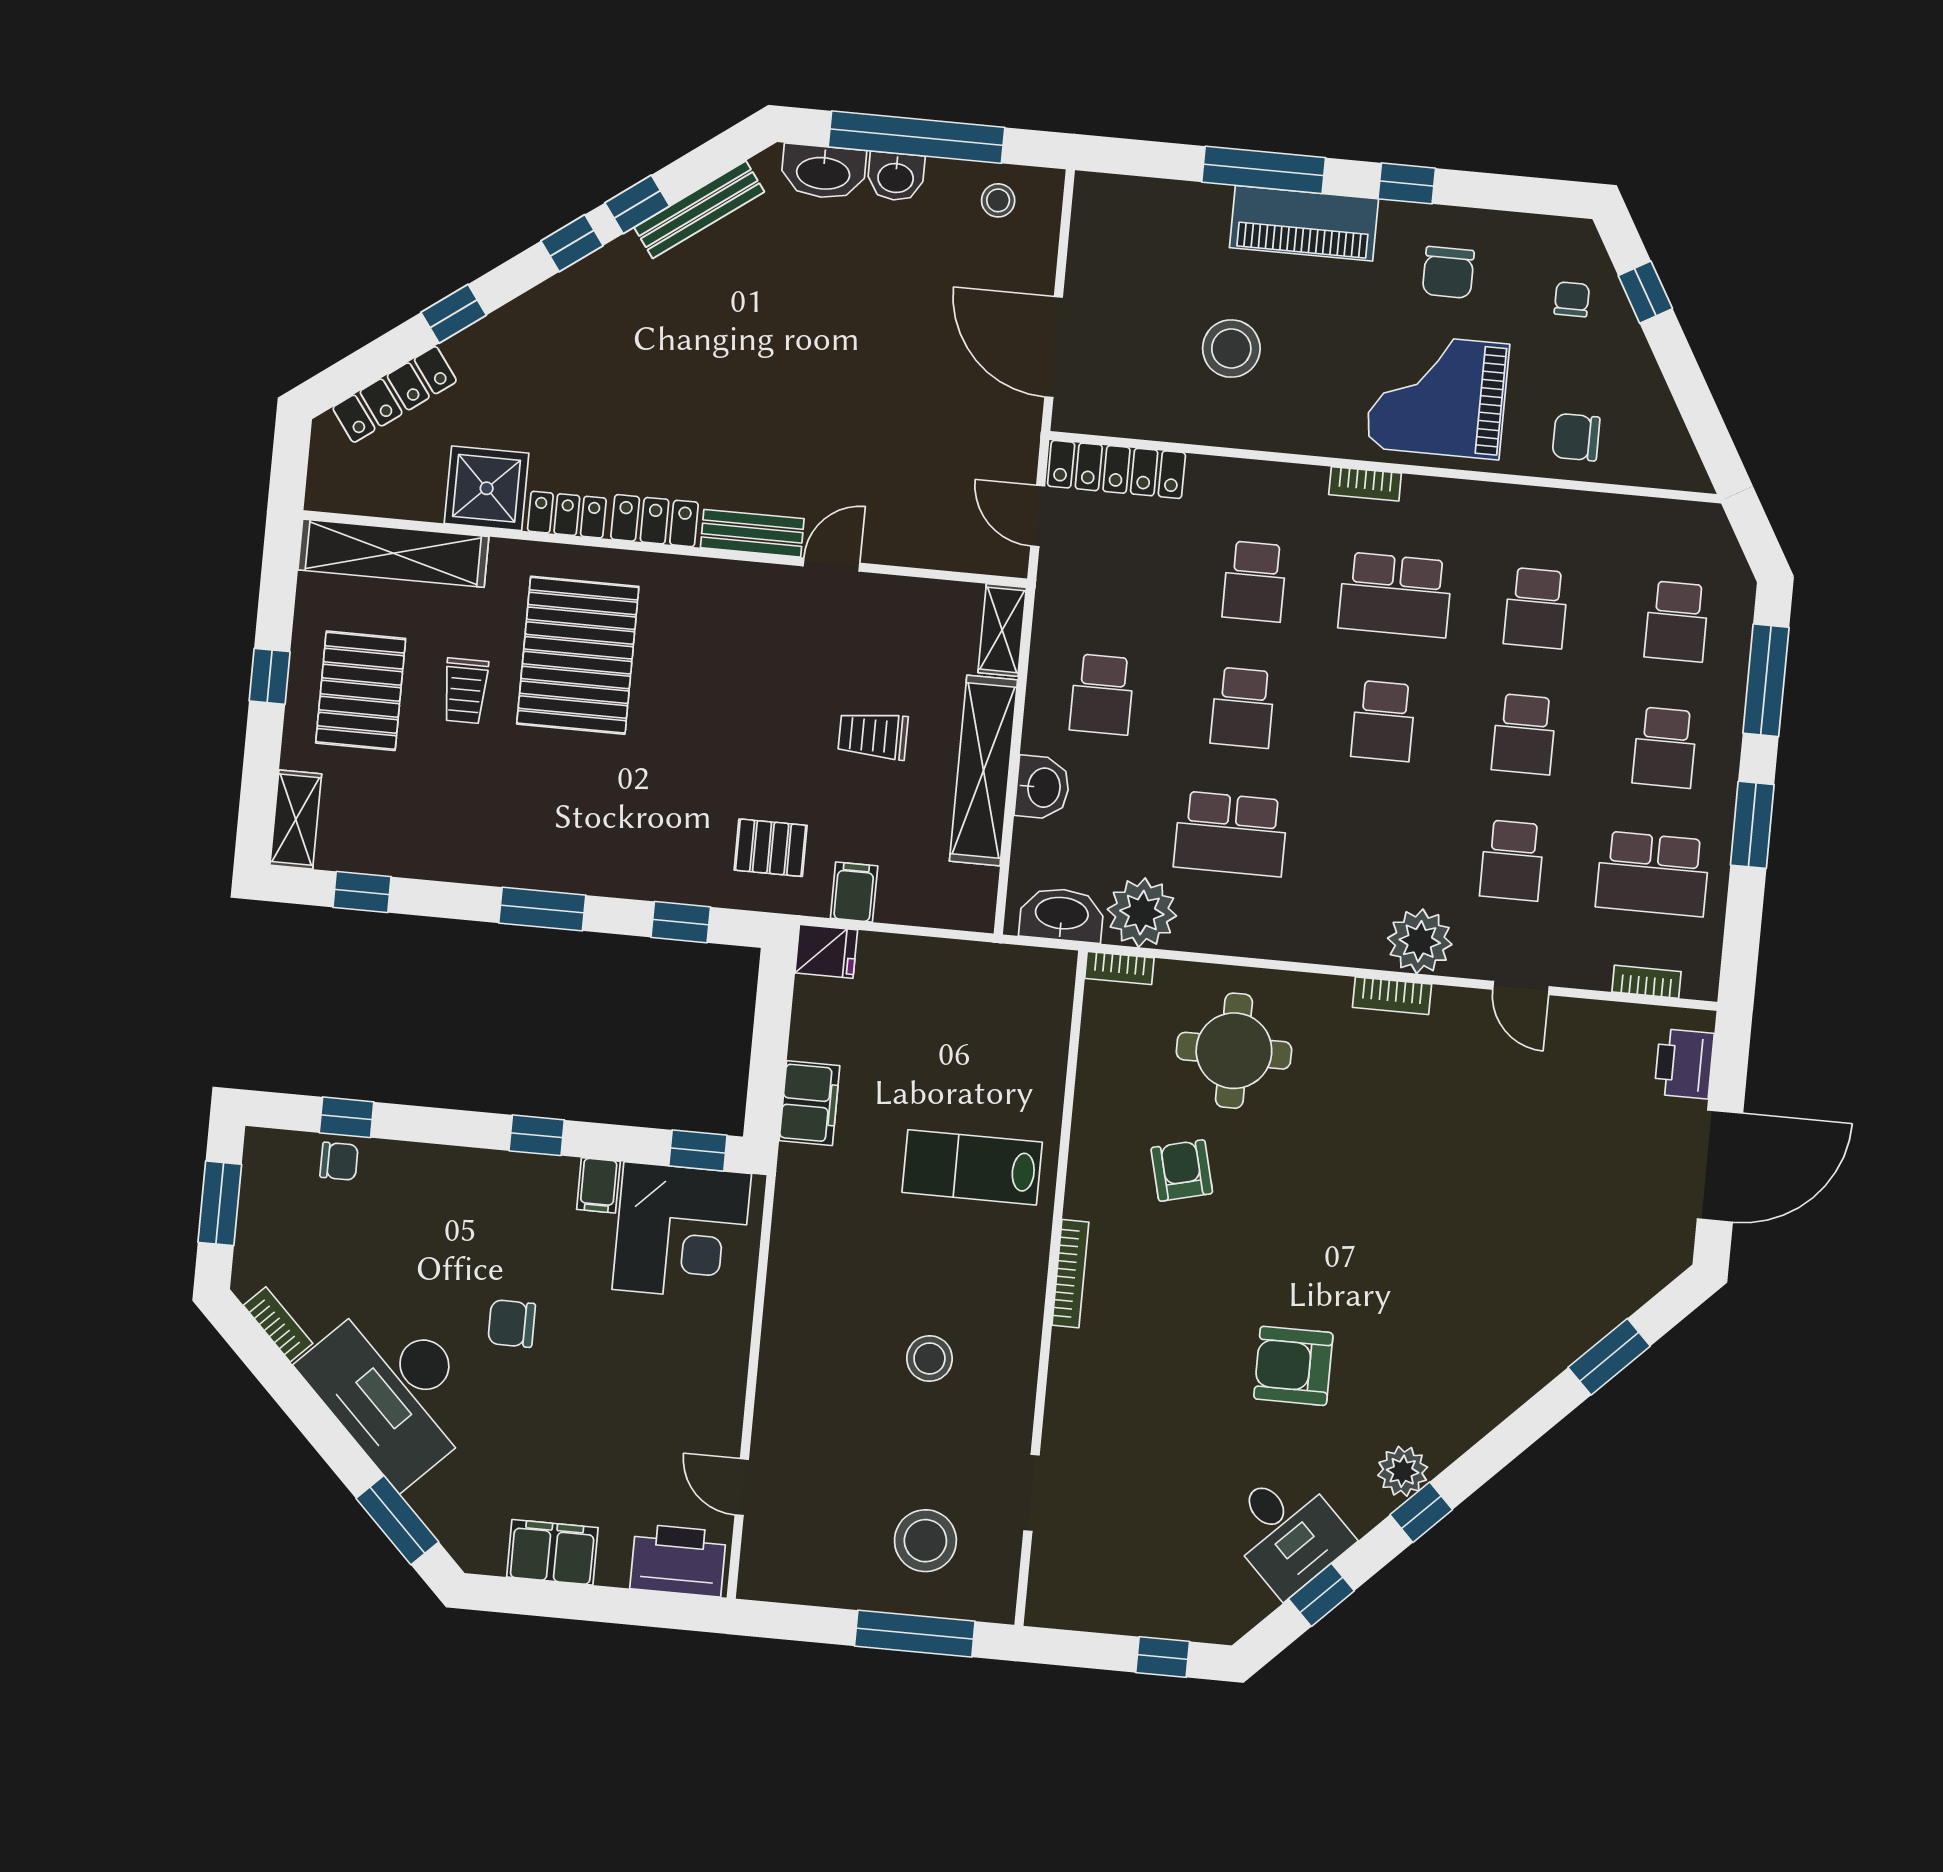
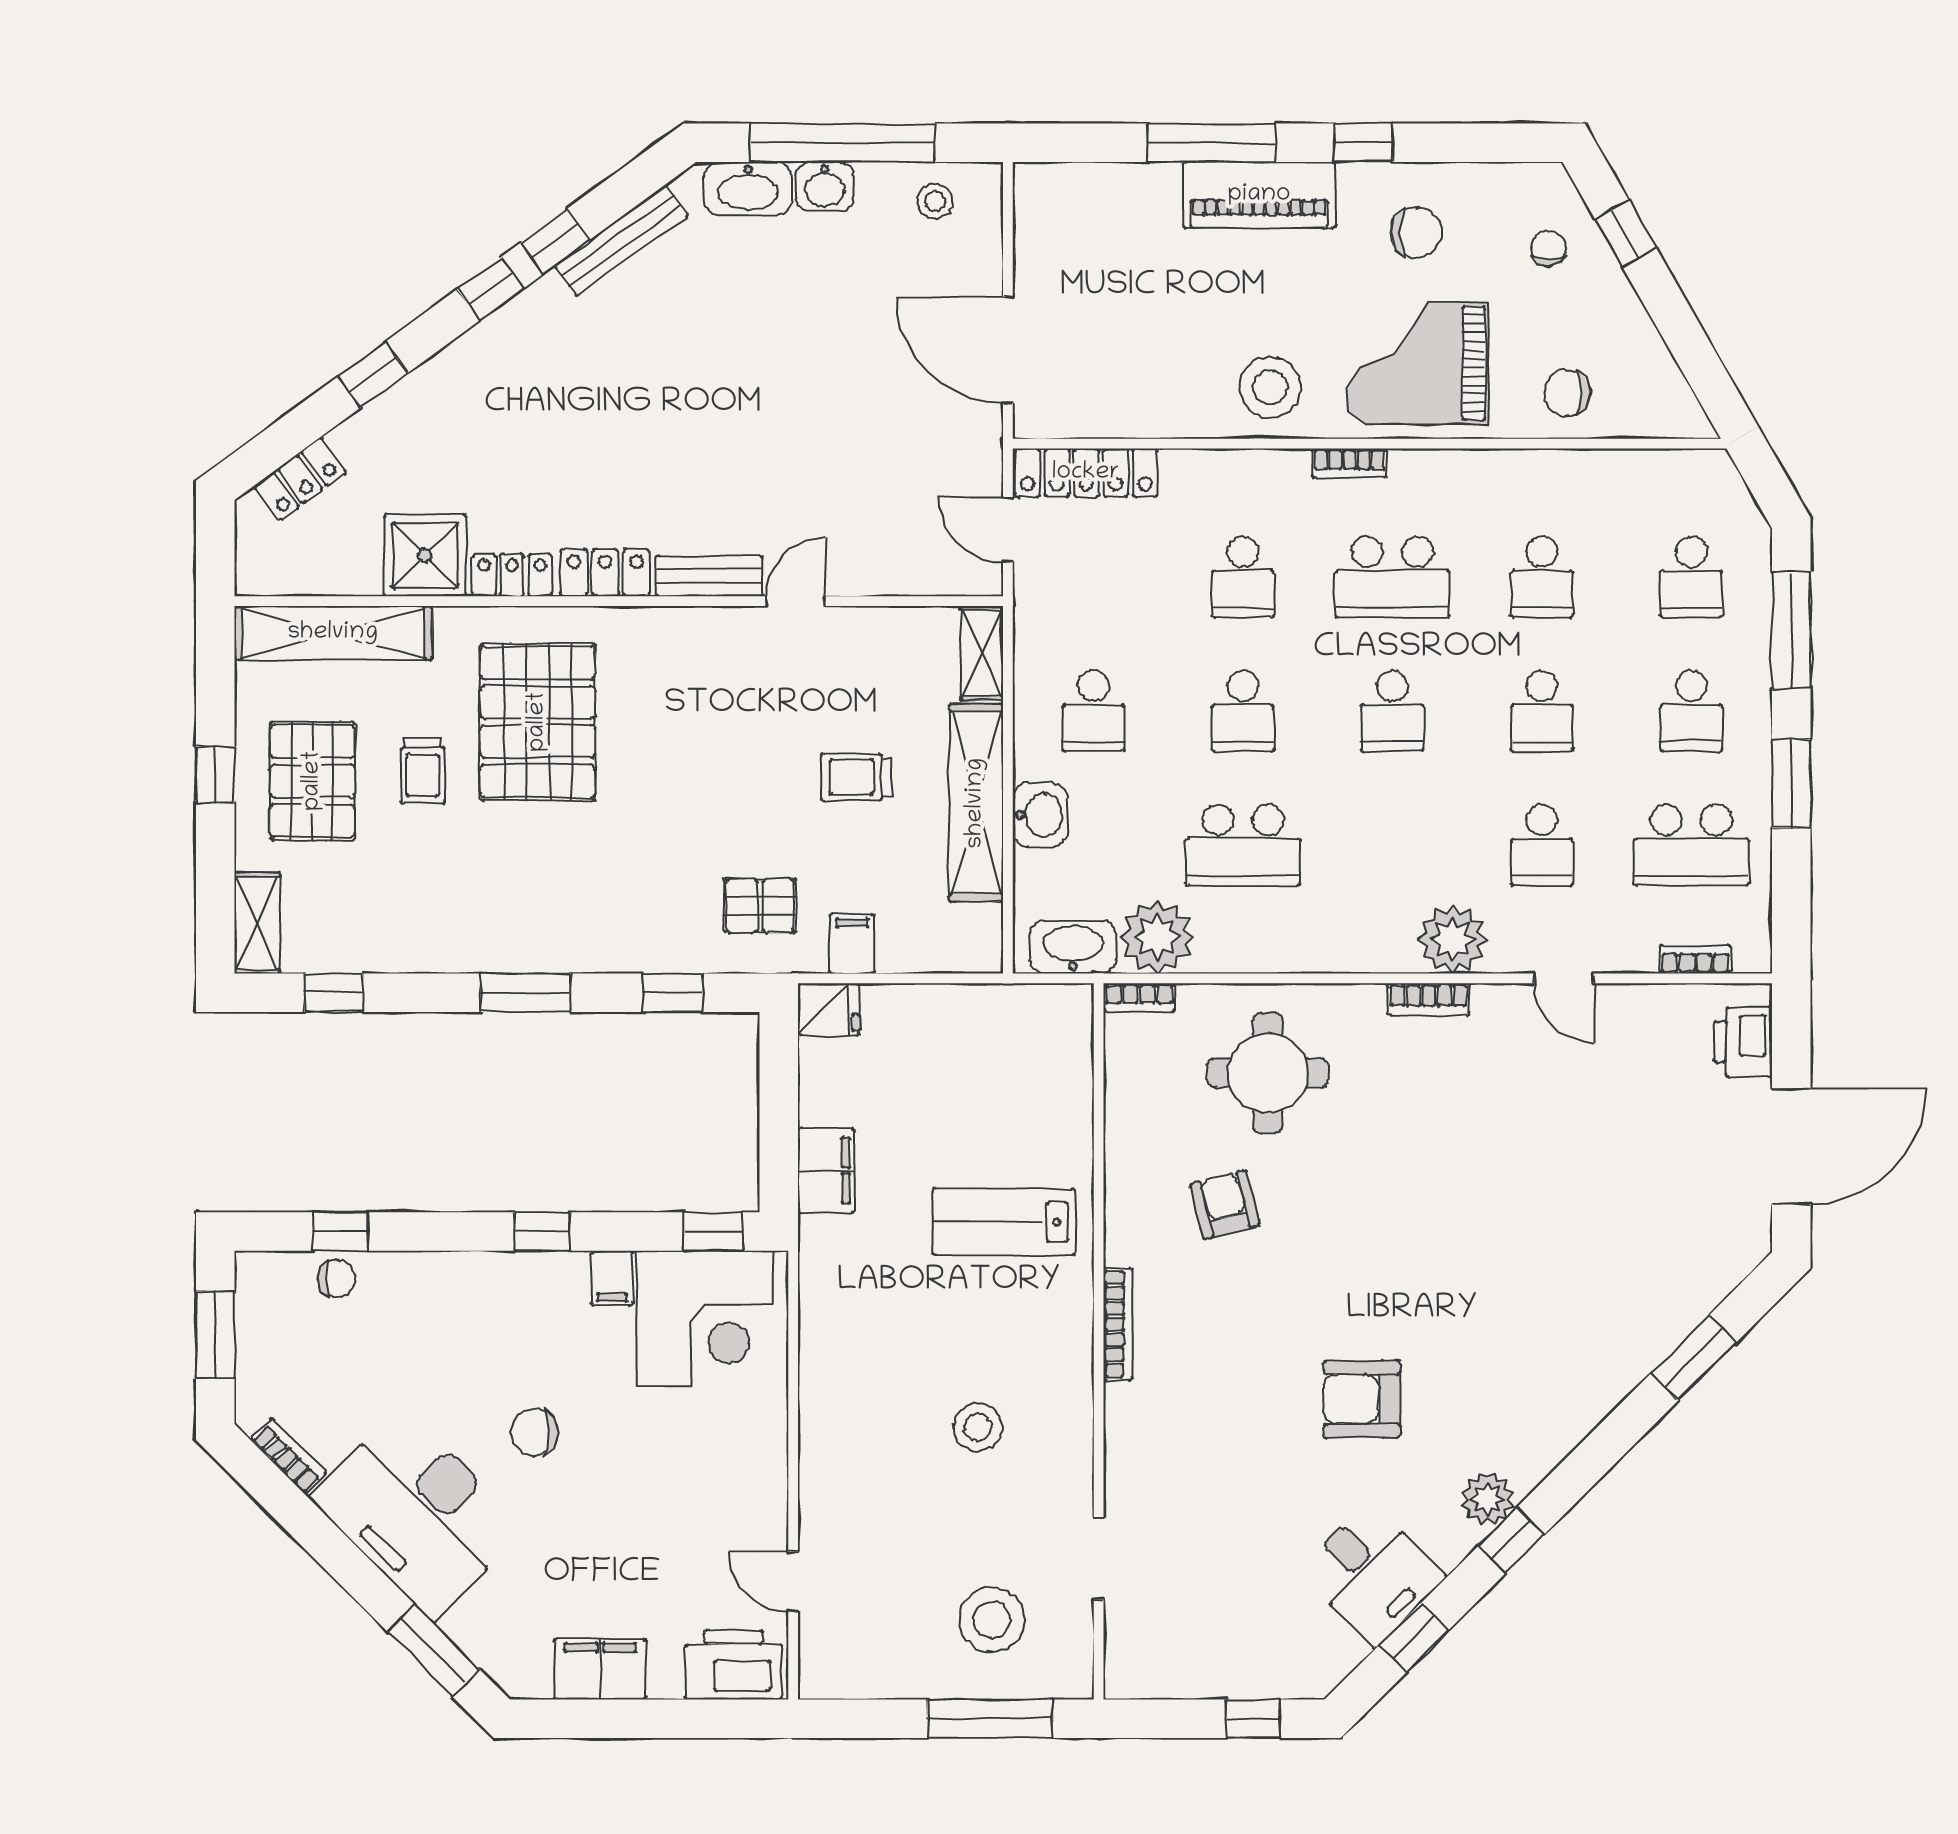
chair: (1448, 272) -> (1416, 232), turned -90
stool: (1231, 349) -> (1270, 387), moved
locker: (395, 394) -> (300, 479), width x0.66

